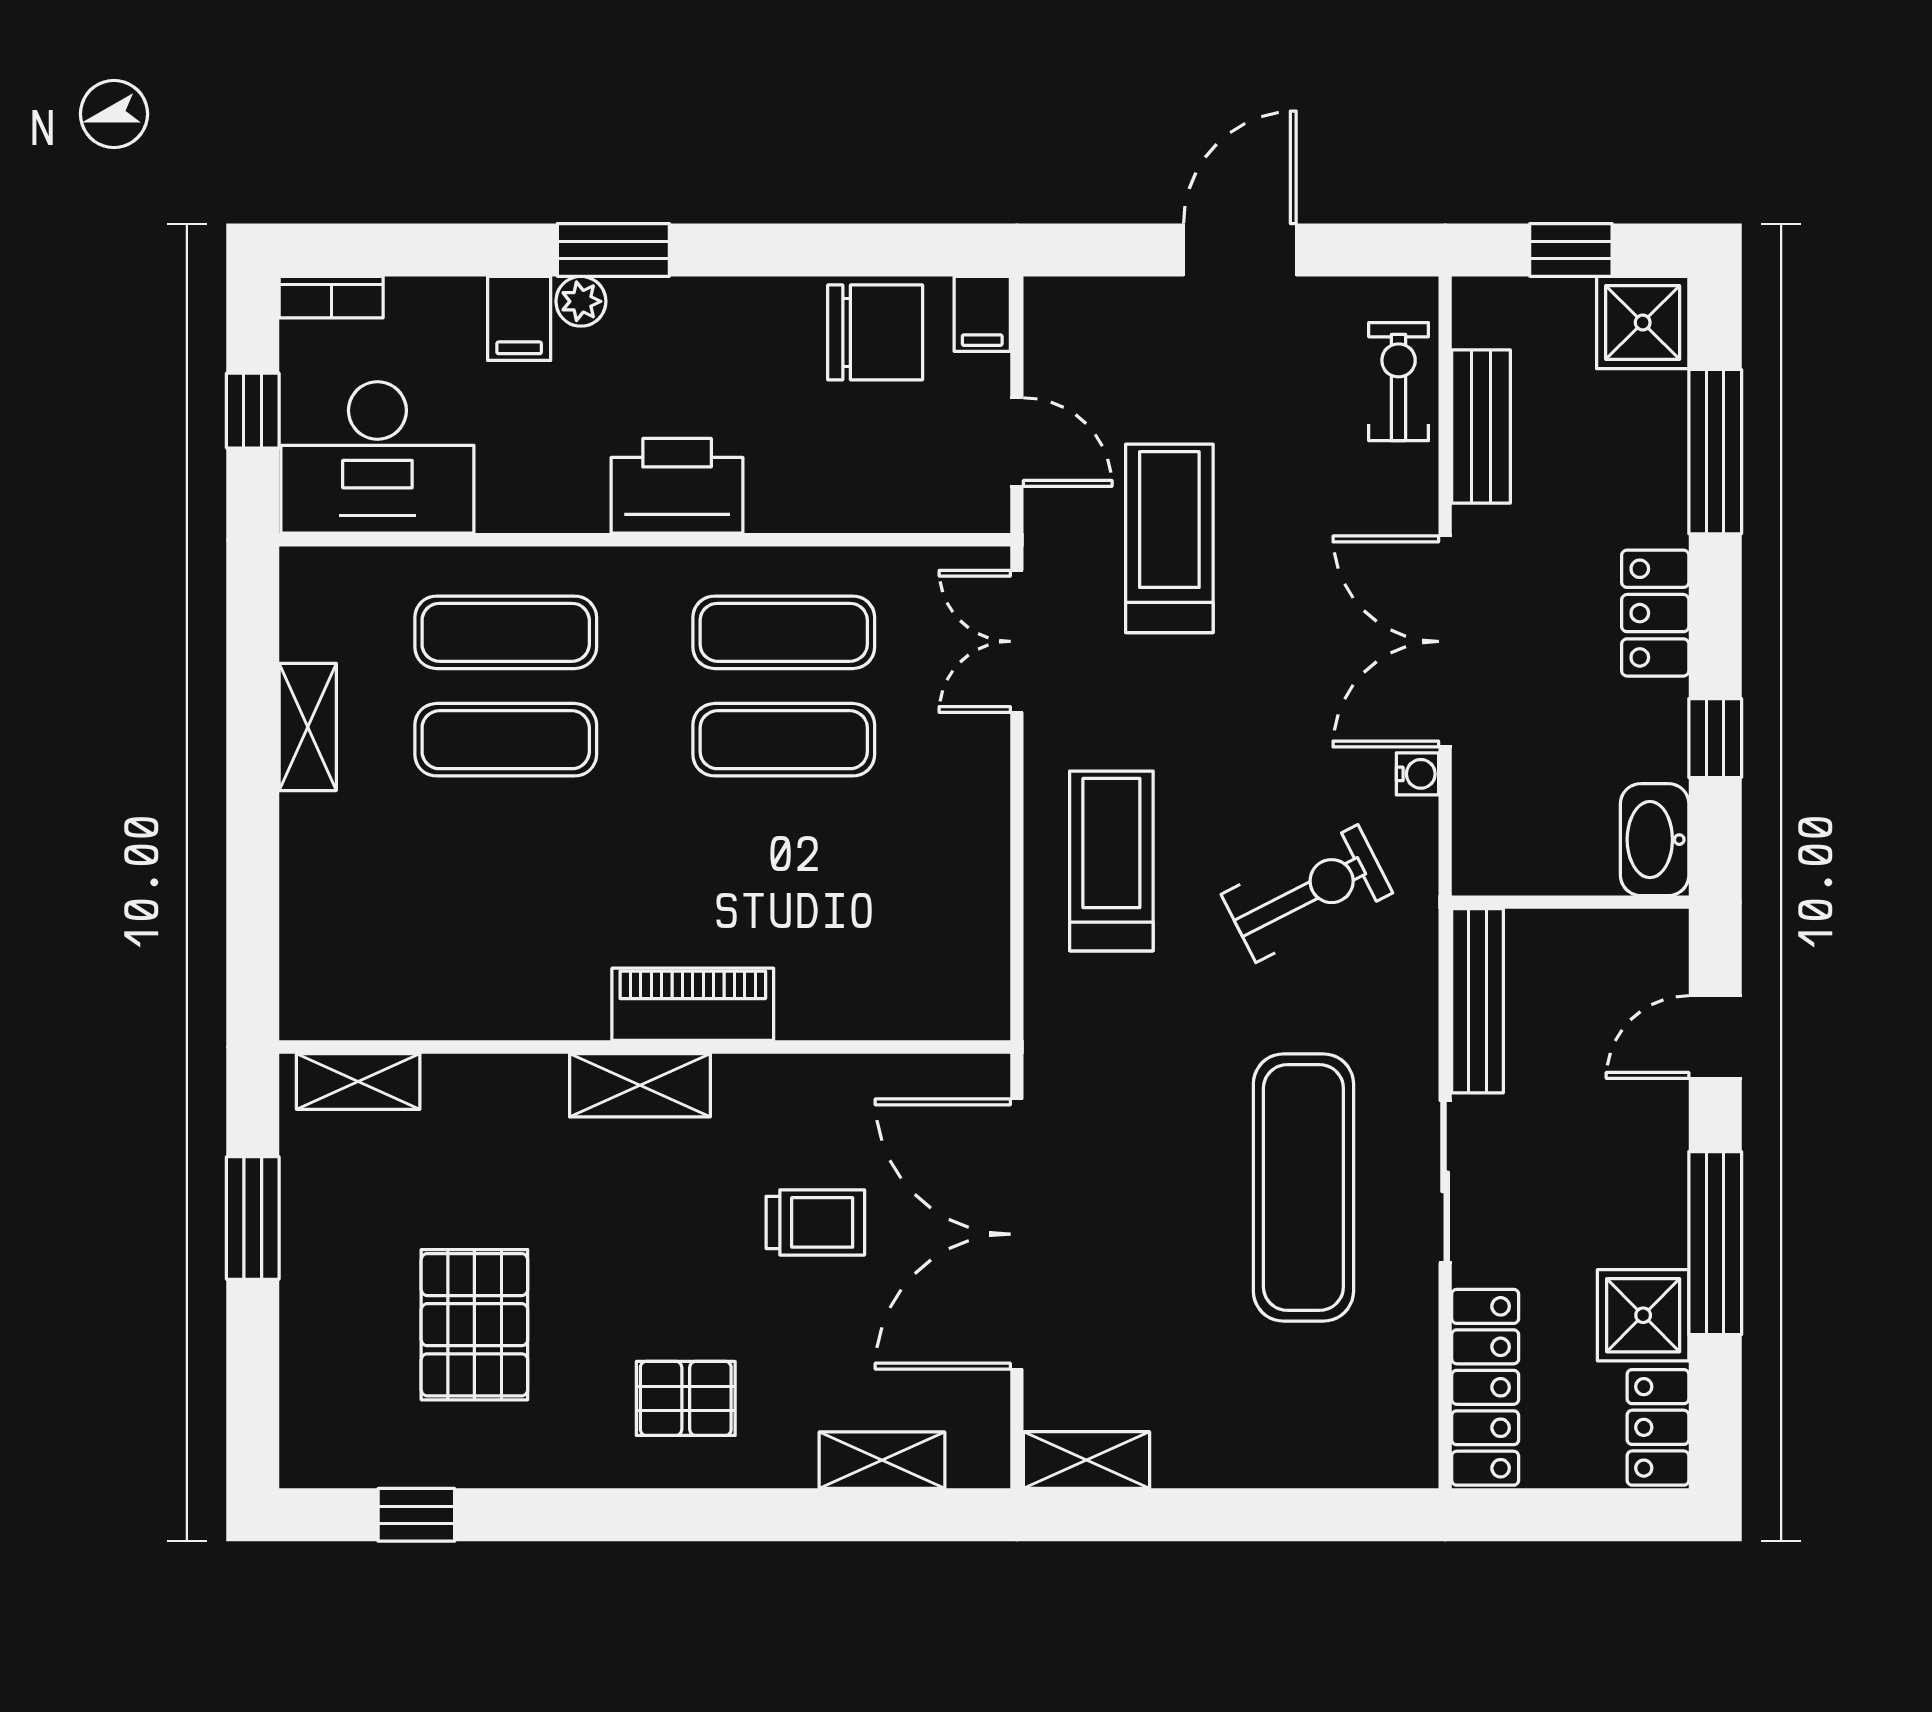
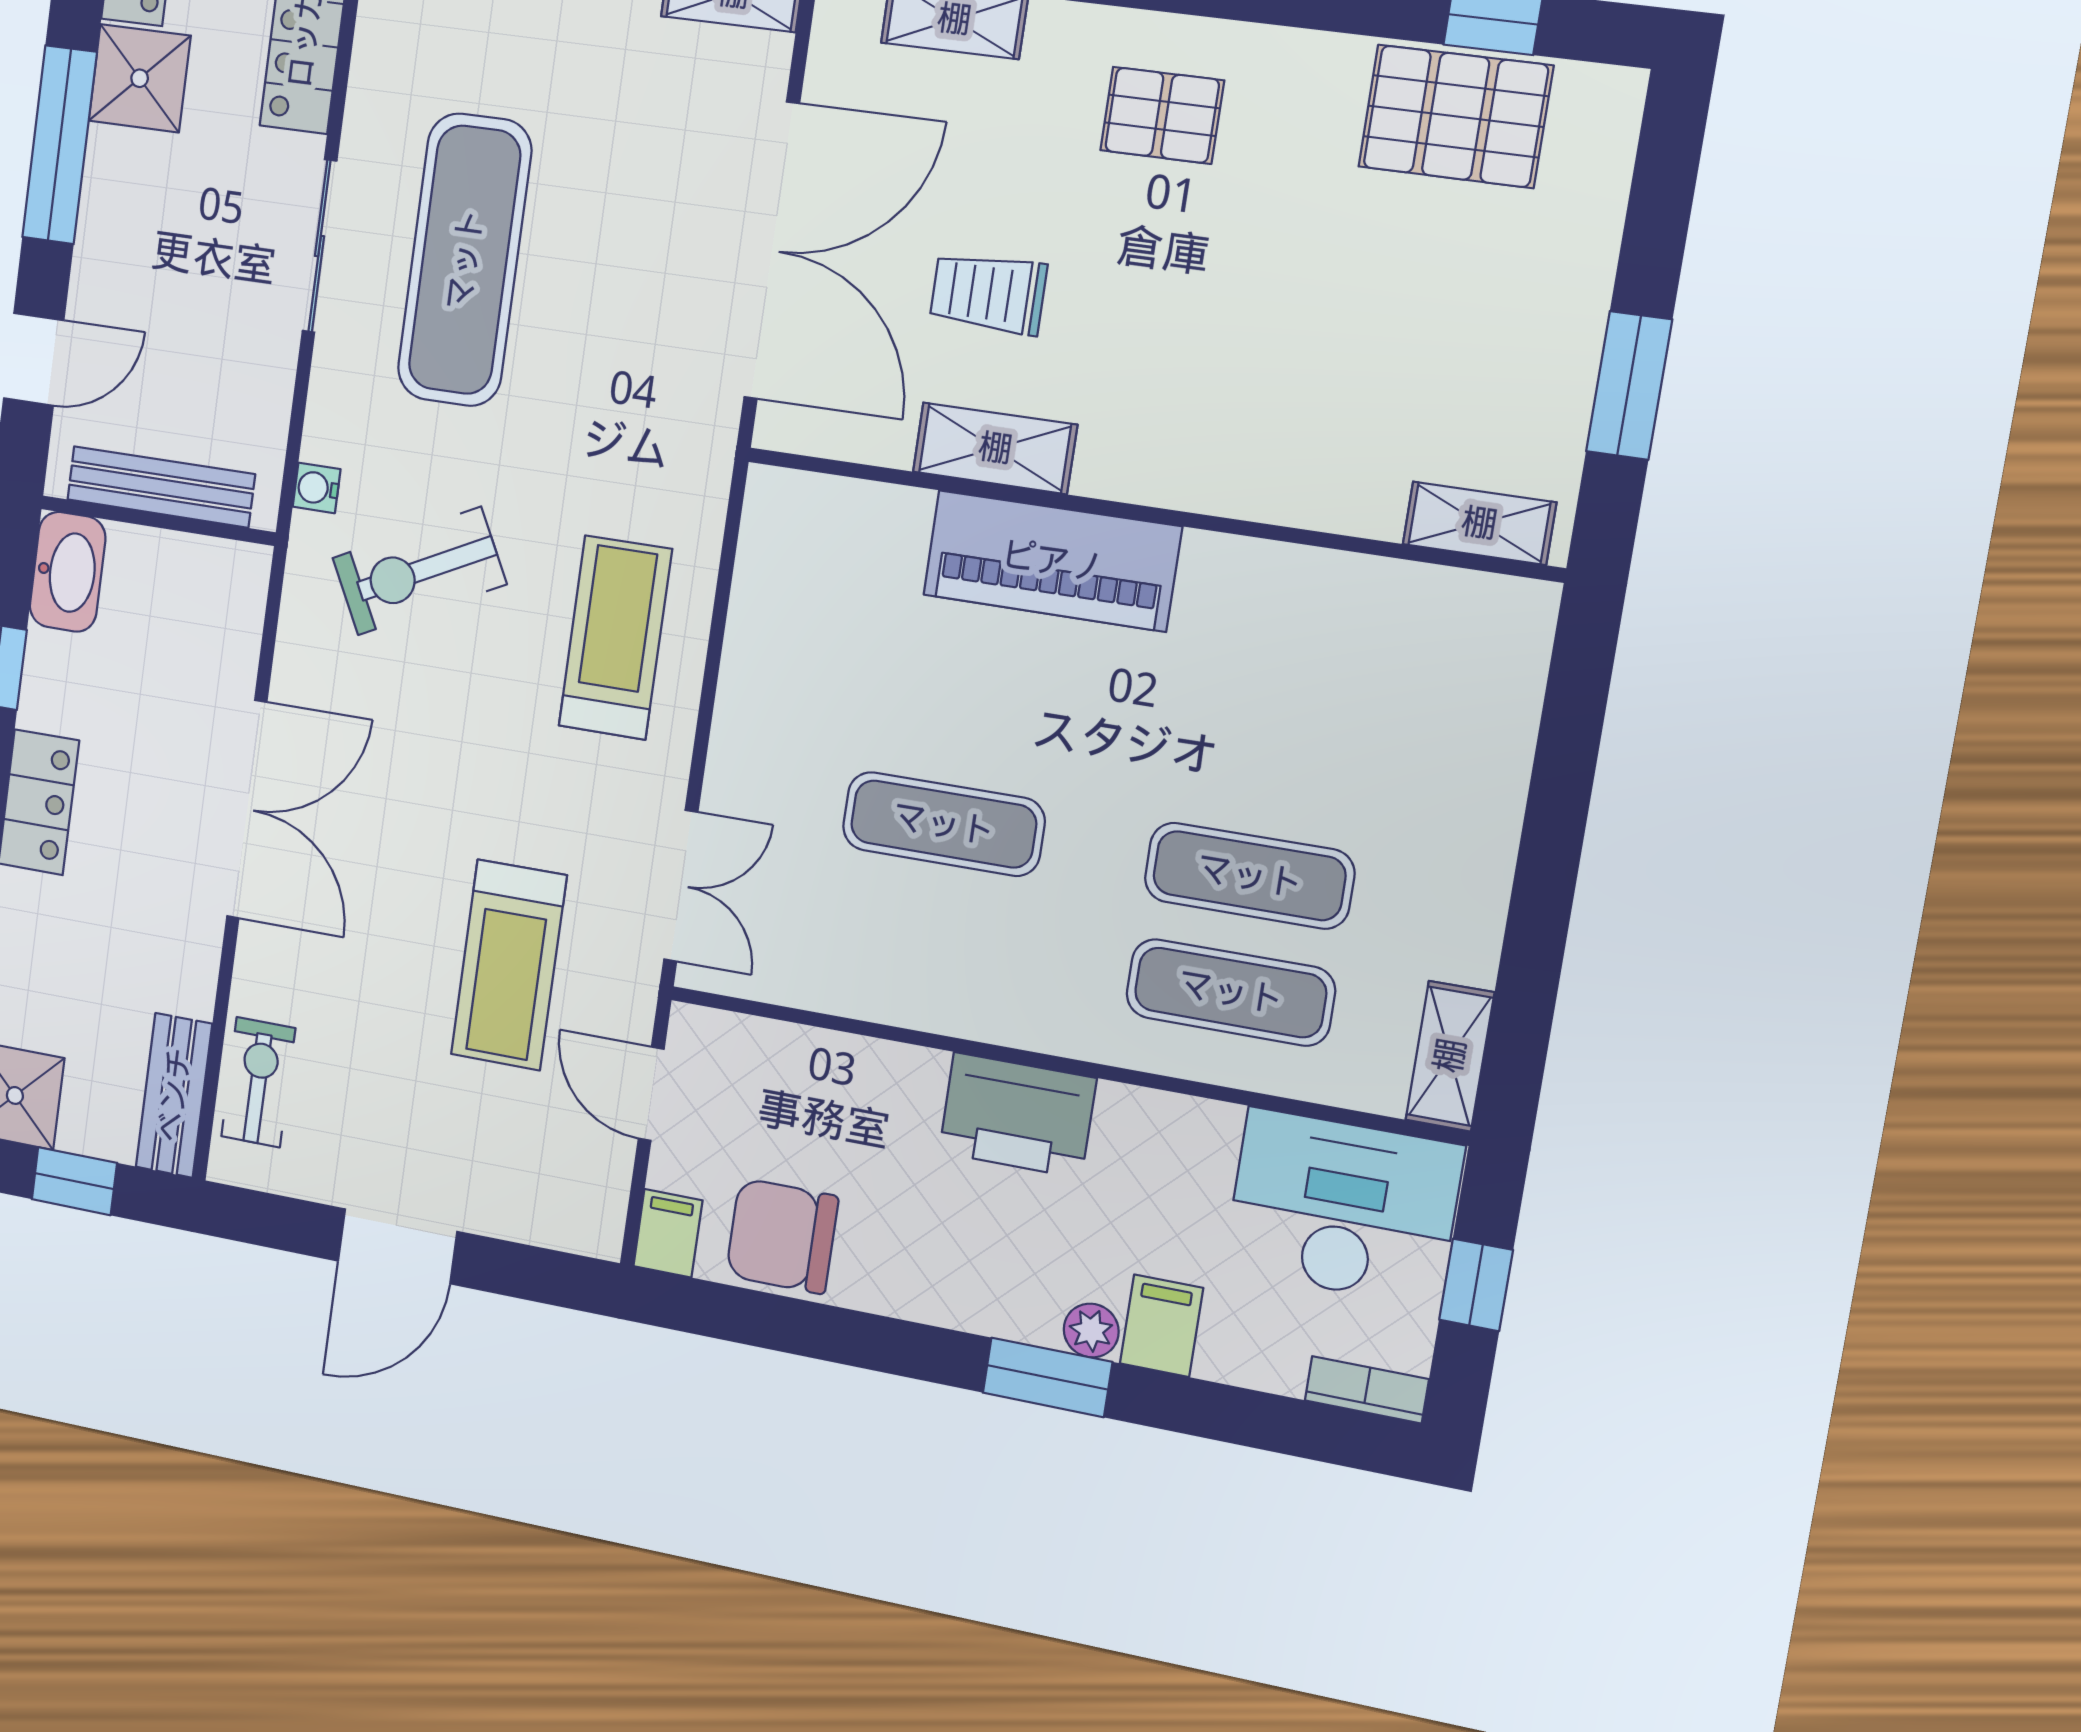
exercise bike: (1399, 382) -> (258, 1082), turned 180
bench: (1481, 426) -> (174, 1095), moved
exercise mat: (784, 632) -> (926, 939), removed
shelving: (308, 727) -> (1450, 1056), moved
water cooler: (1417, 774) -> (317, 488), moved
treadmill: (1111, 861) -> (615, 638), turned 180
bench: (1477, 1001) -> (161, 487), moved, turned 90
piano: (693, 1004) -> (1052, 561), width x1.37, depth x1.33
shelving: (640, 1085) -> (995, 448), moved
pallet: (474, 1325) -> (1456, 116), moved, turned 90

